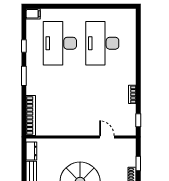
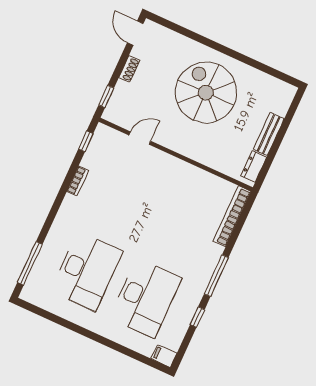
window: (138, 32) -> (30, 263), added
window: (24, 76) -> (216, 276), width x1.44
door: (107, 137) -> (140, 138), swing flipped
window: (138, 164) -> (106, 96), moved

